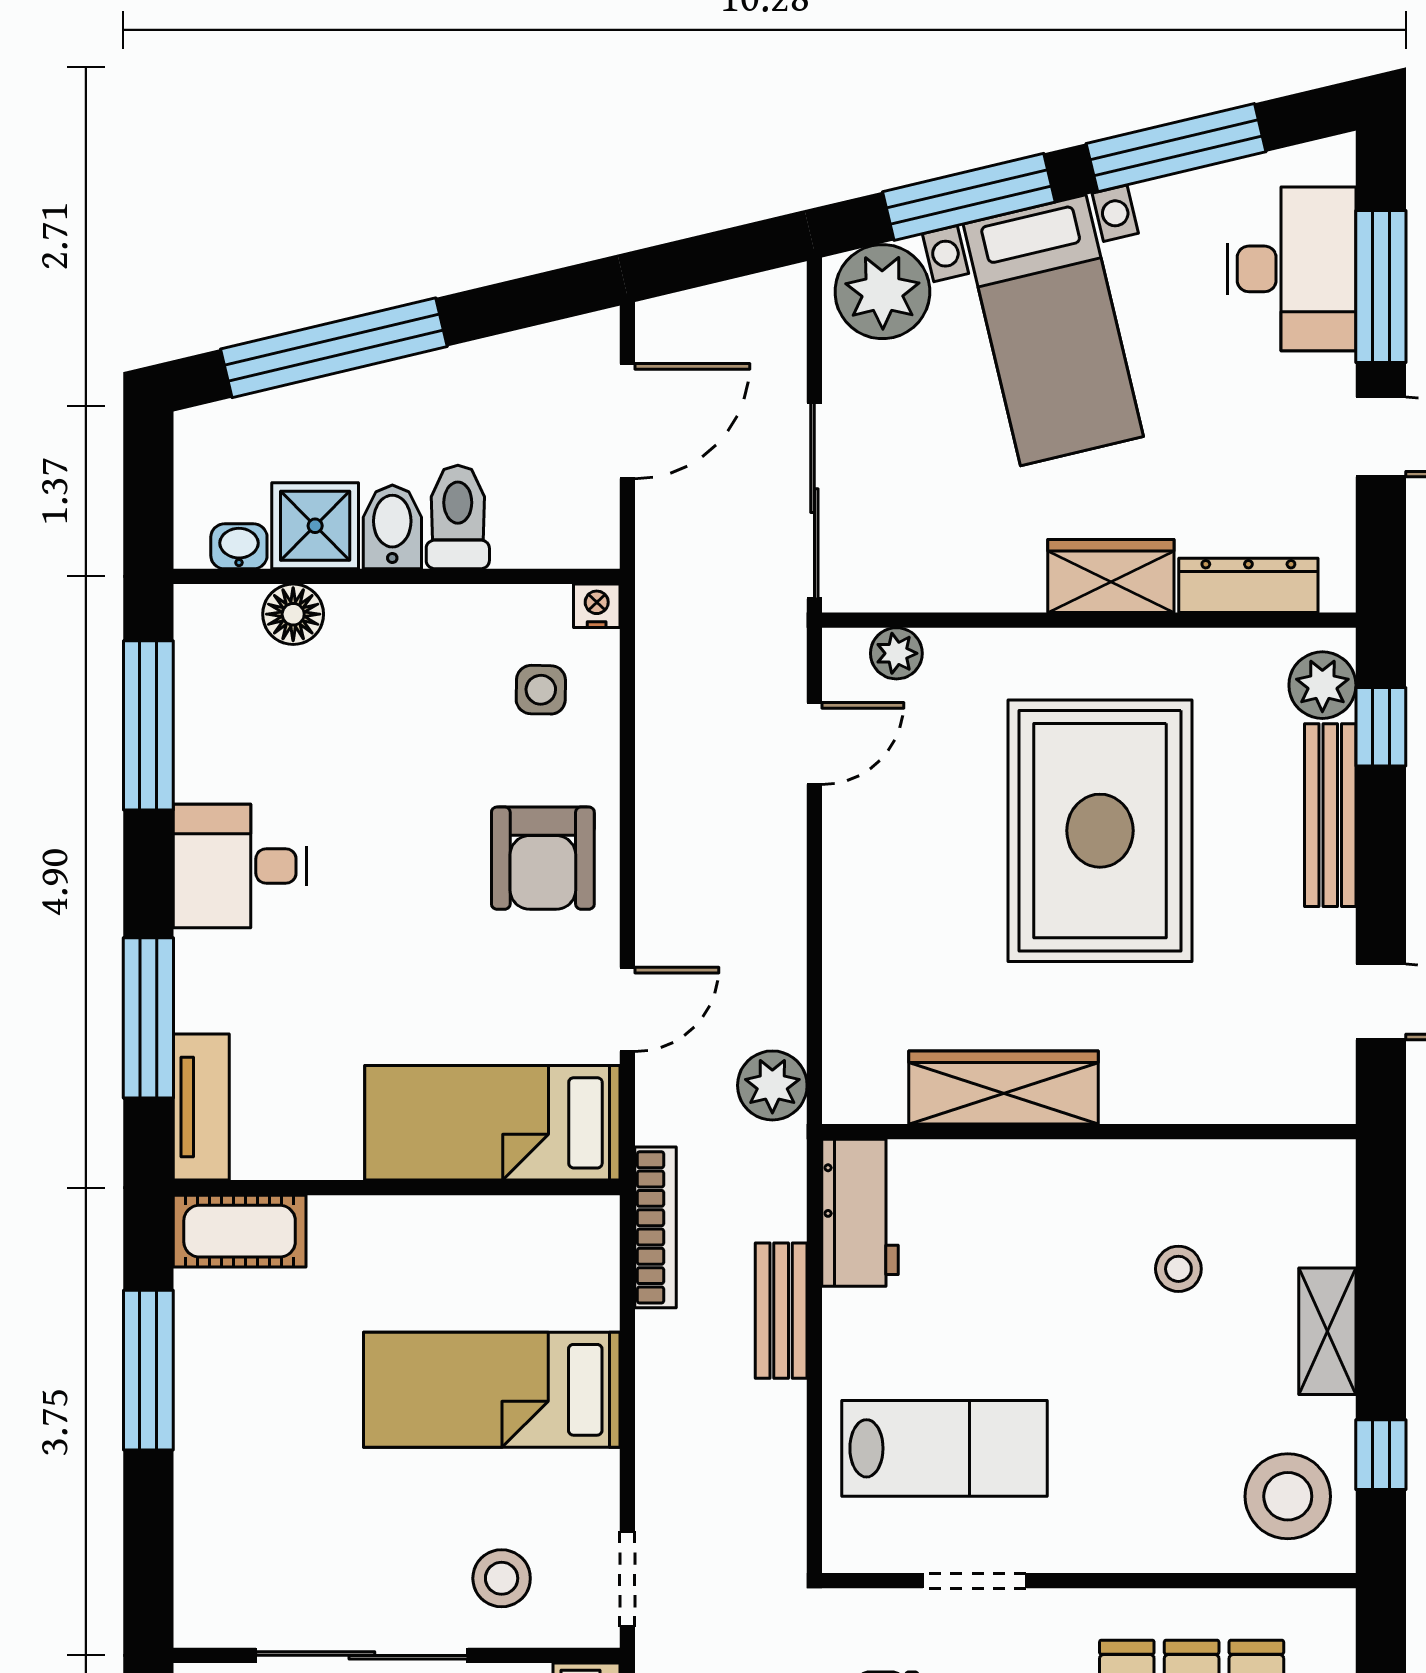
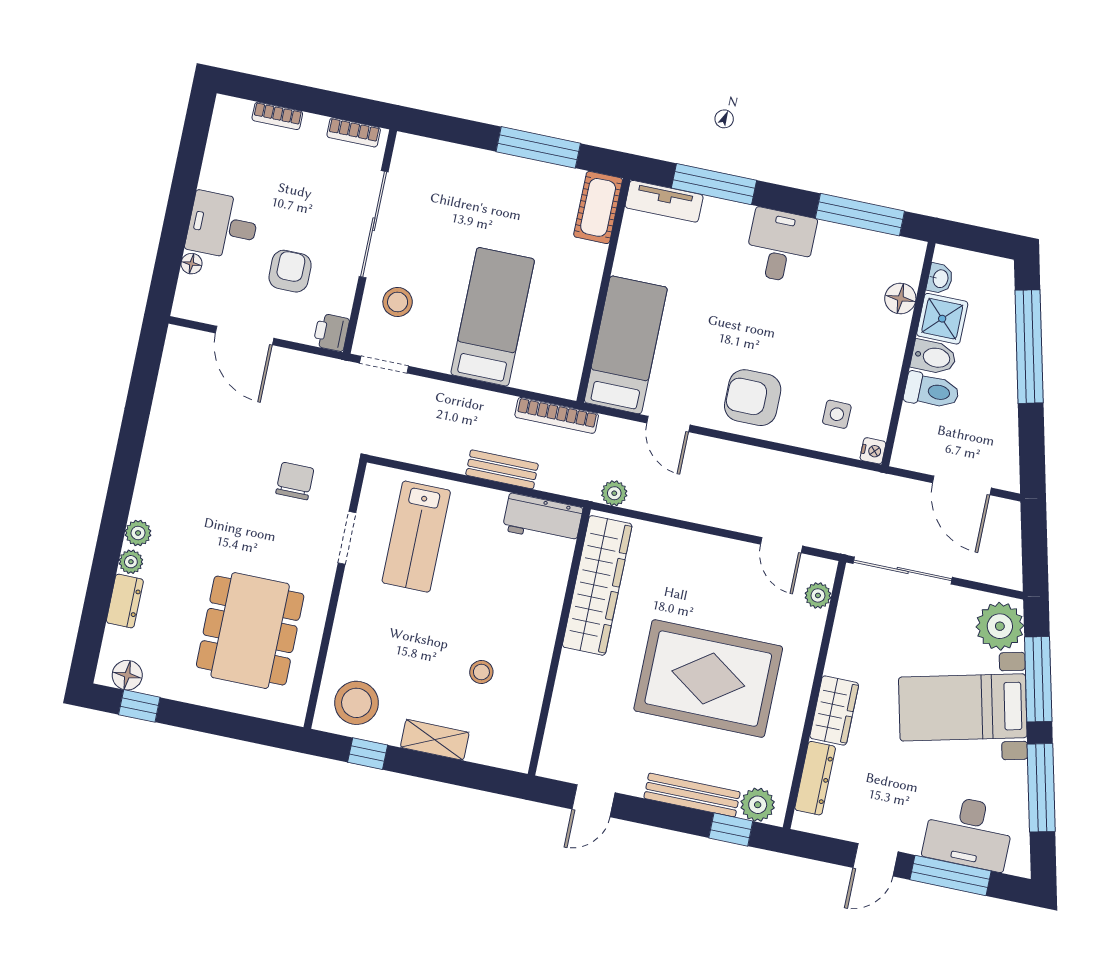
plant: (772, 1085) -> (614, 493), width x0.73, depth x0.73
wardrobe: (1003, 1087) -> (597, 585), width x1.40, depth x1.17

